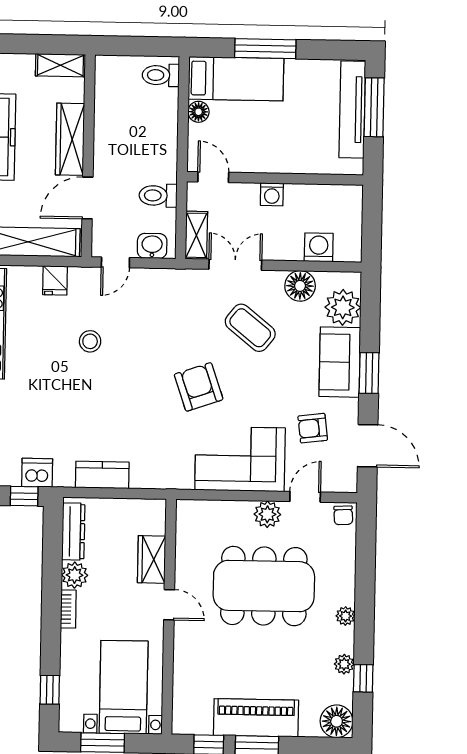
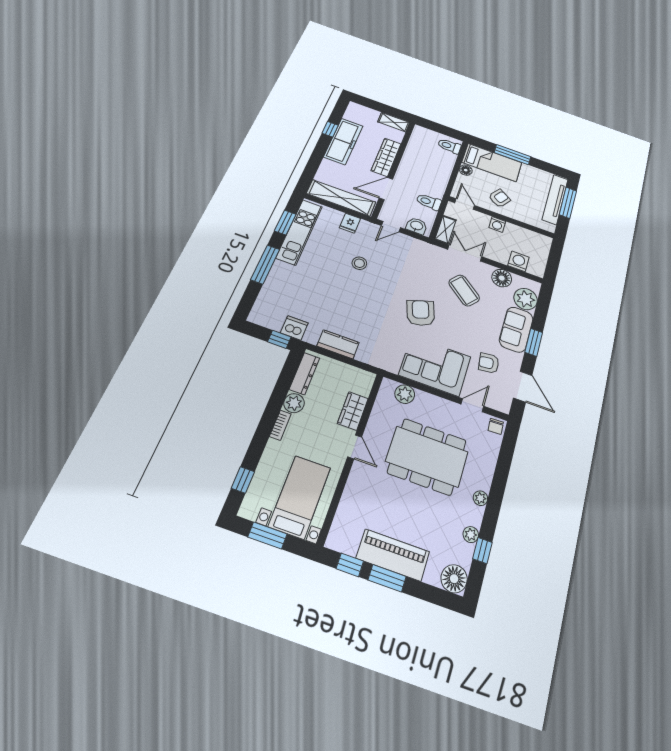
armchair: (264, 144) -> (499, 198), added
plant: (267, 514) -> (405, 394), moved

